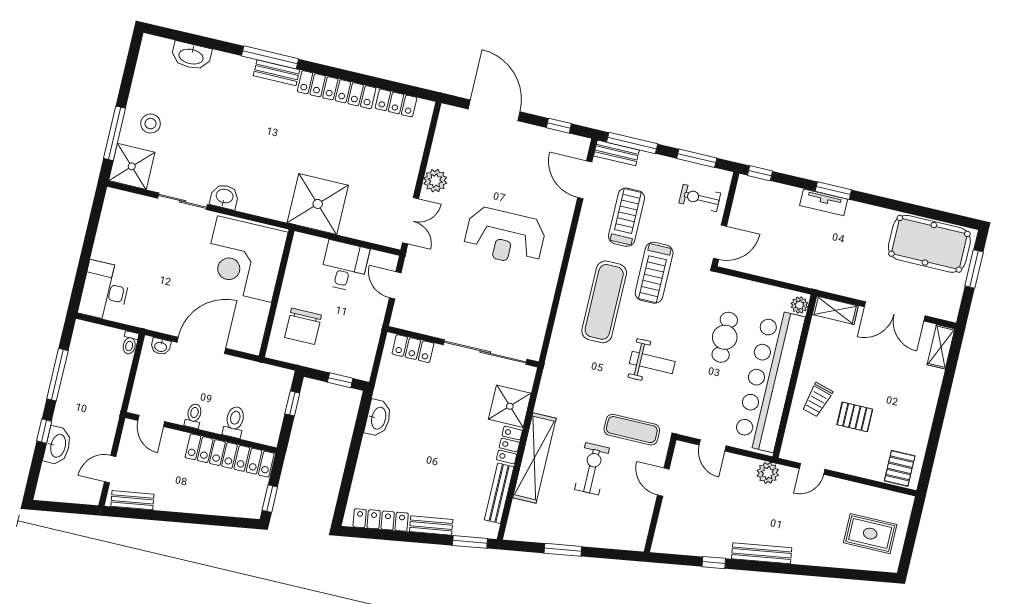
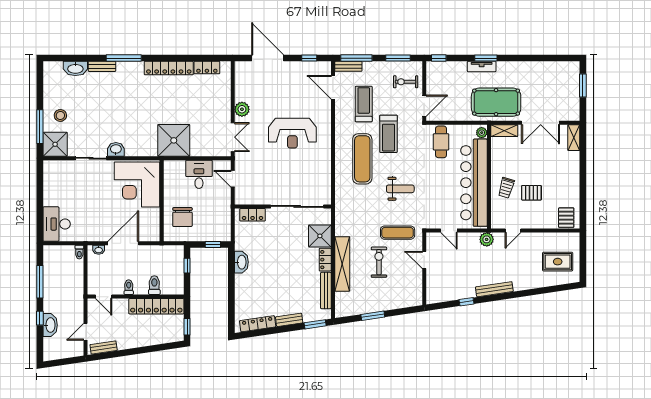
bench: (277, 73) -> (102, 66), moved
pool table: (929, 244) -> (496, 102), moved
cafe table: (725, 337) -> (441, 142), moved

